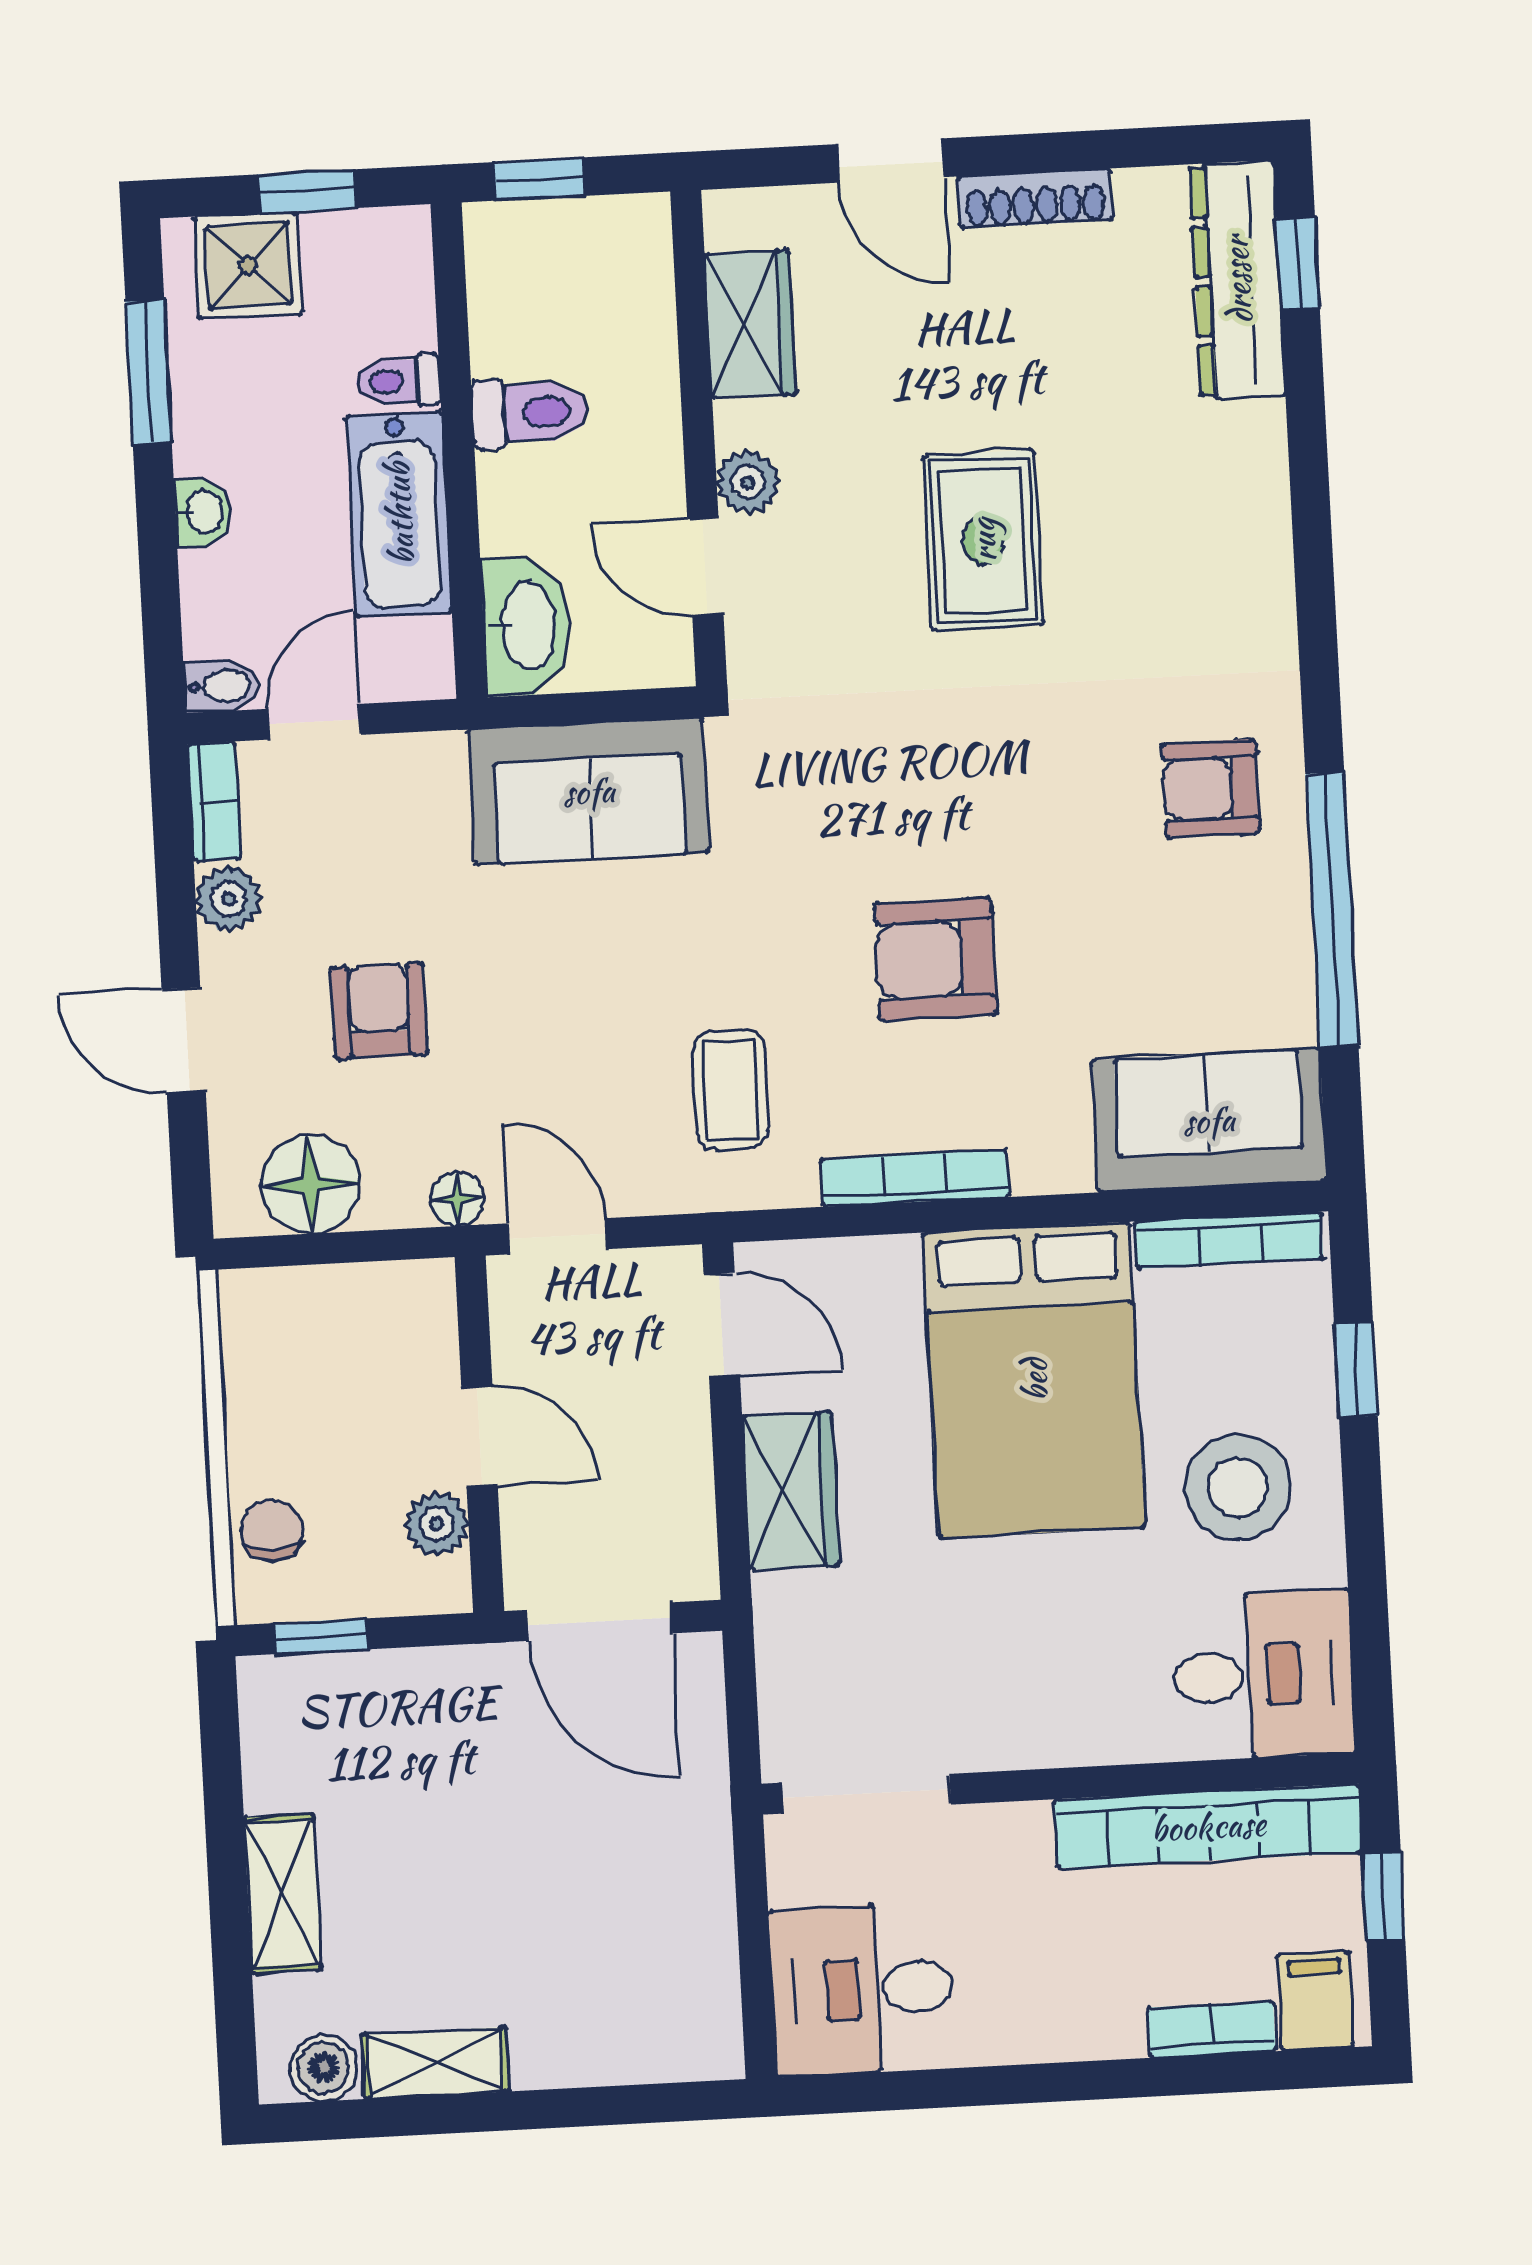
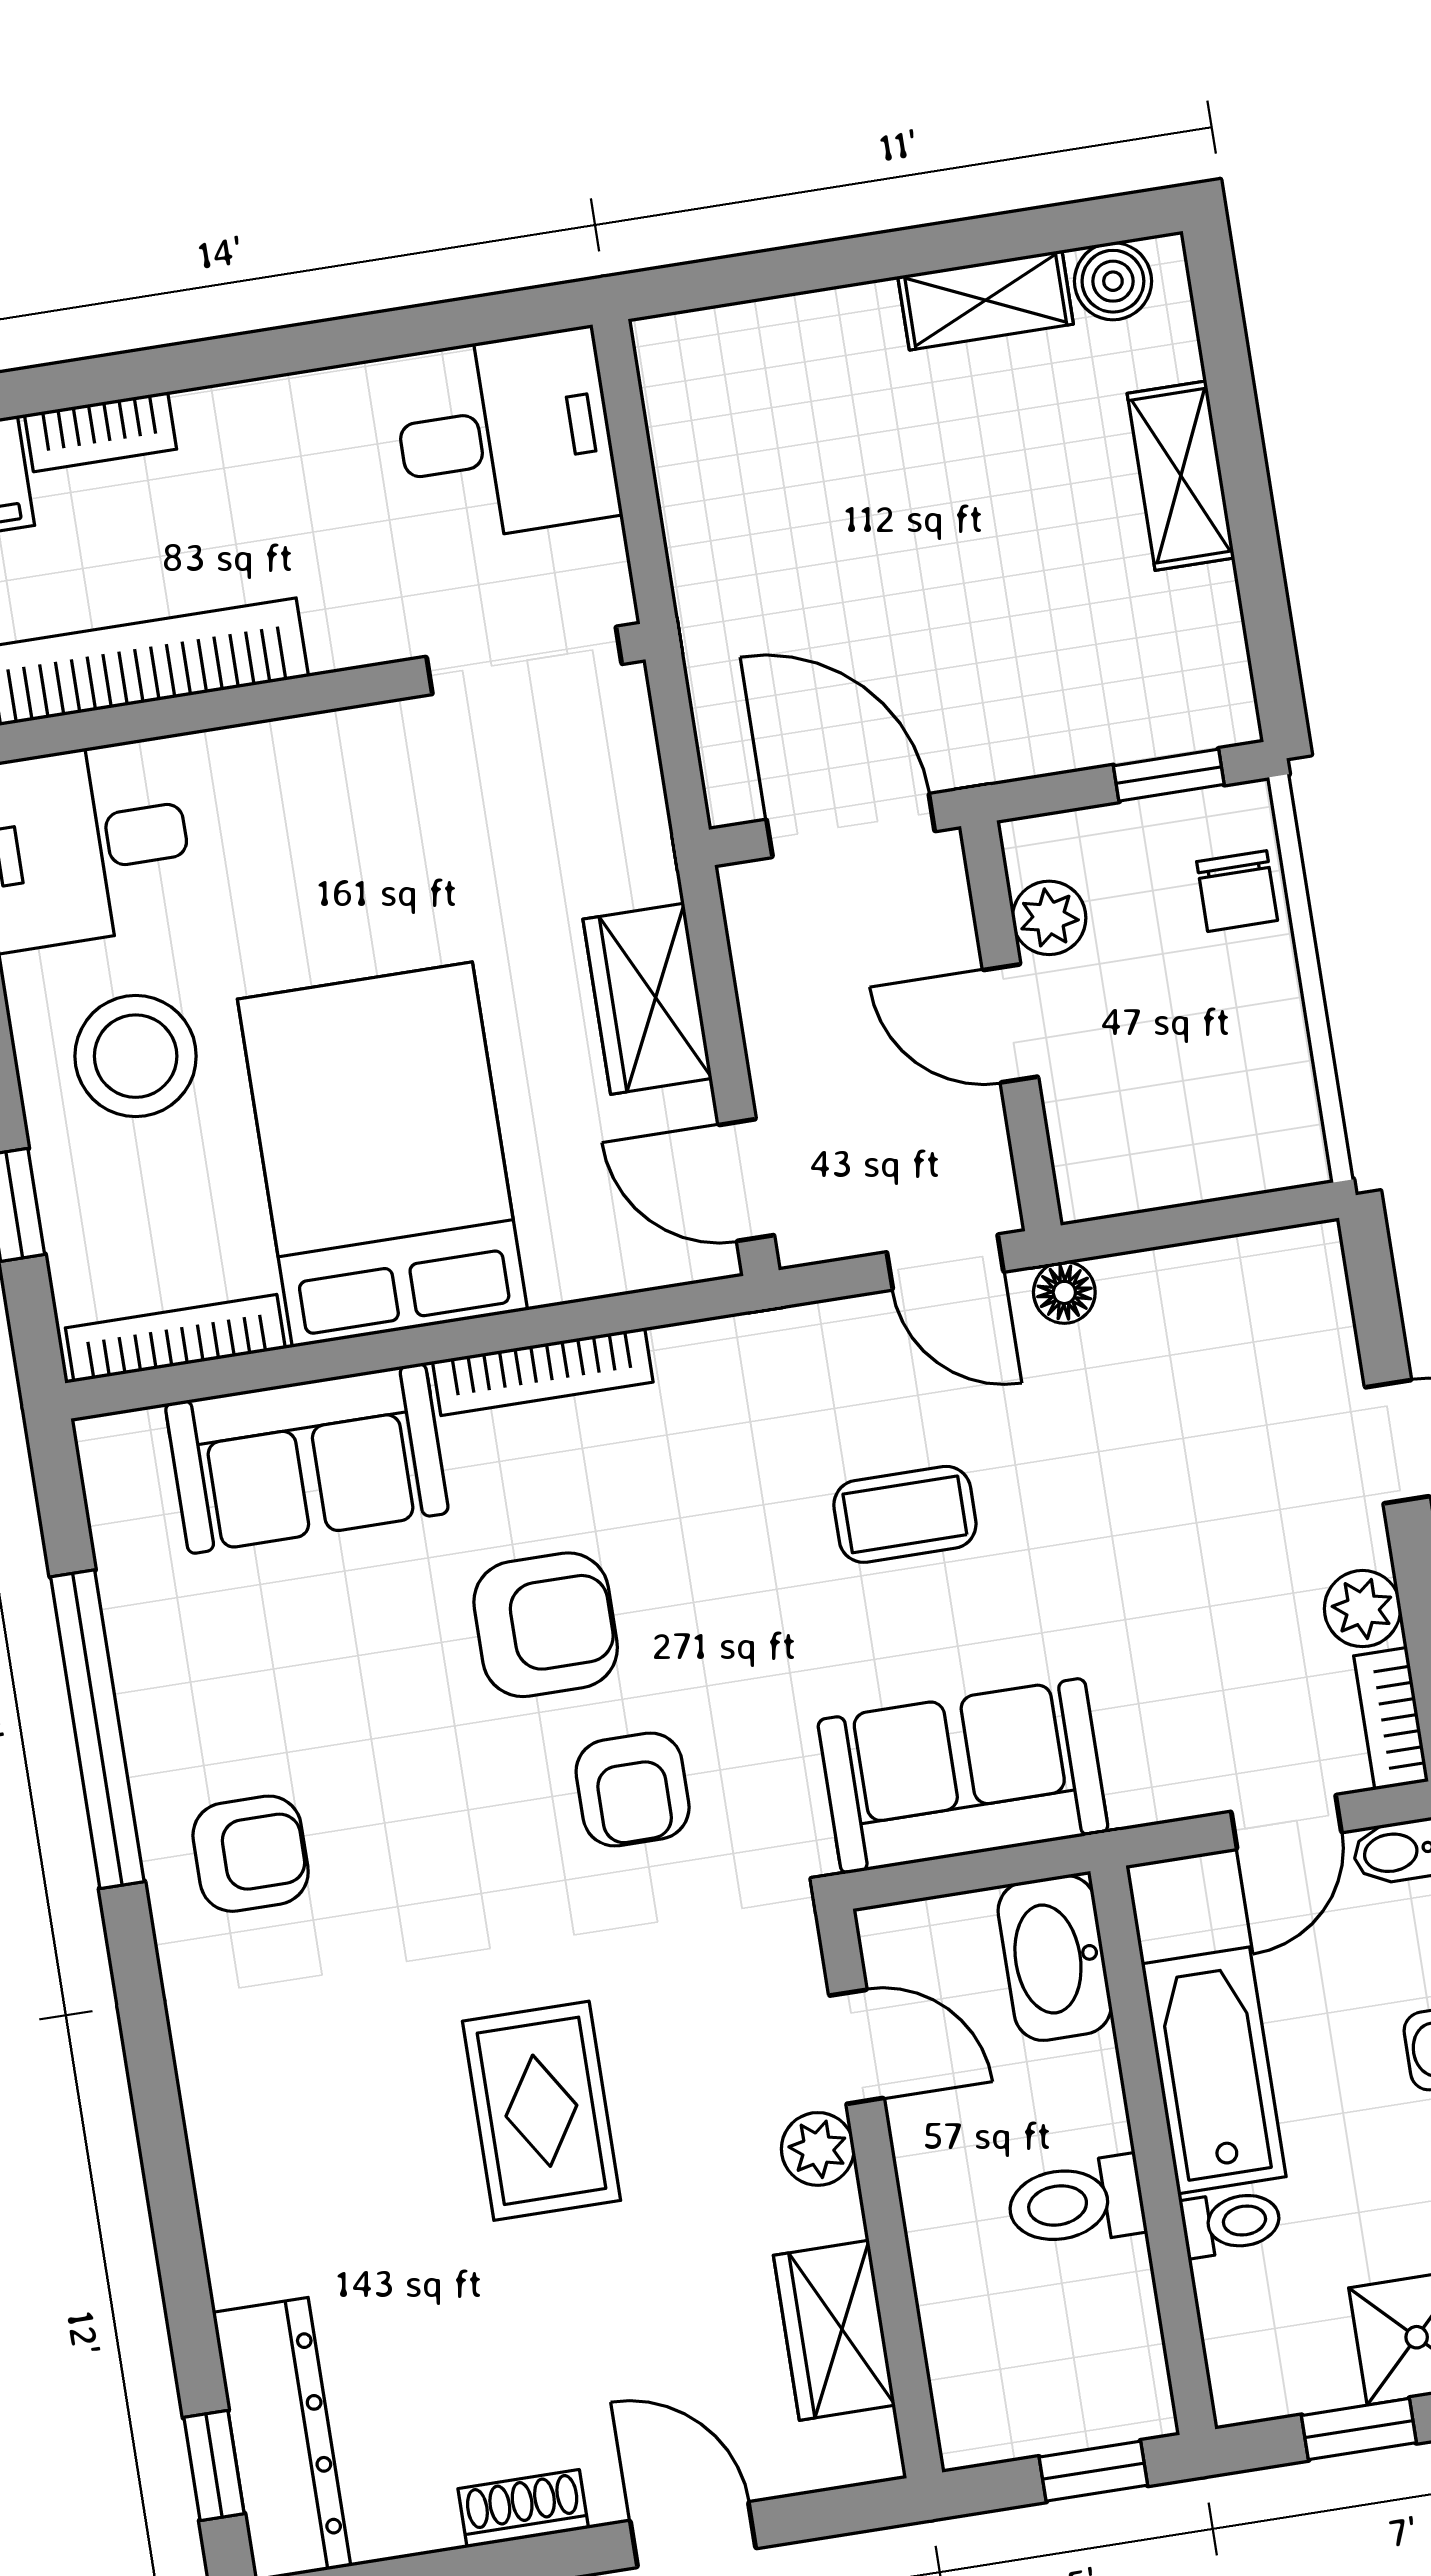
shoe rack: (1035, 198) -> (523, 2509), width x0.70
armchair: (379, 1011) -> (633, 1789), moved
coffee table: (731, 1090) -> (905, 1514), moved, turned 90
sofa: (1209, 1120) -> (307, 1458), moved
floor lamp: (311, 1184) -> (1234, 1292), removed

